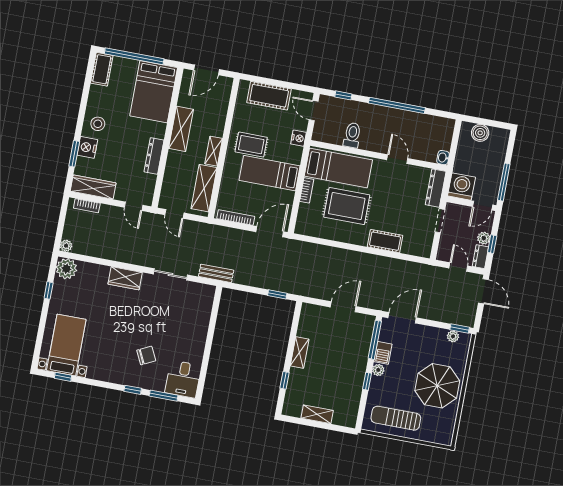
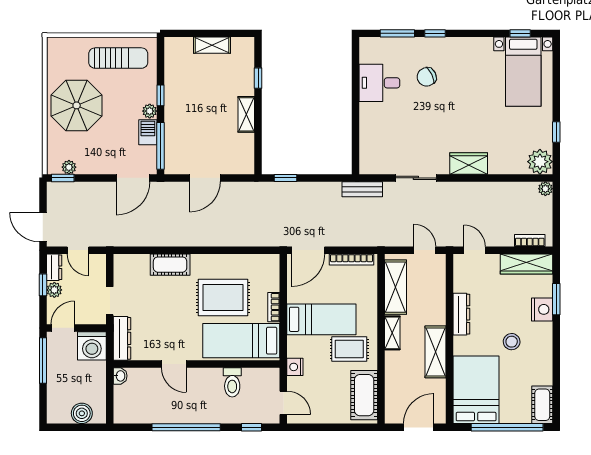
cot: (269, 96) -> (364, 395), moved, turned 90
stool: (98, 124) -> (512, 342), moved
desk: (183, 379) -> (379, 83), moved, turned -90

